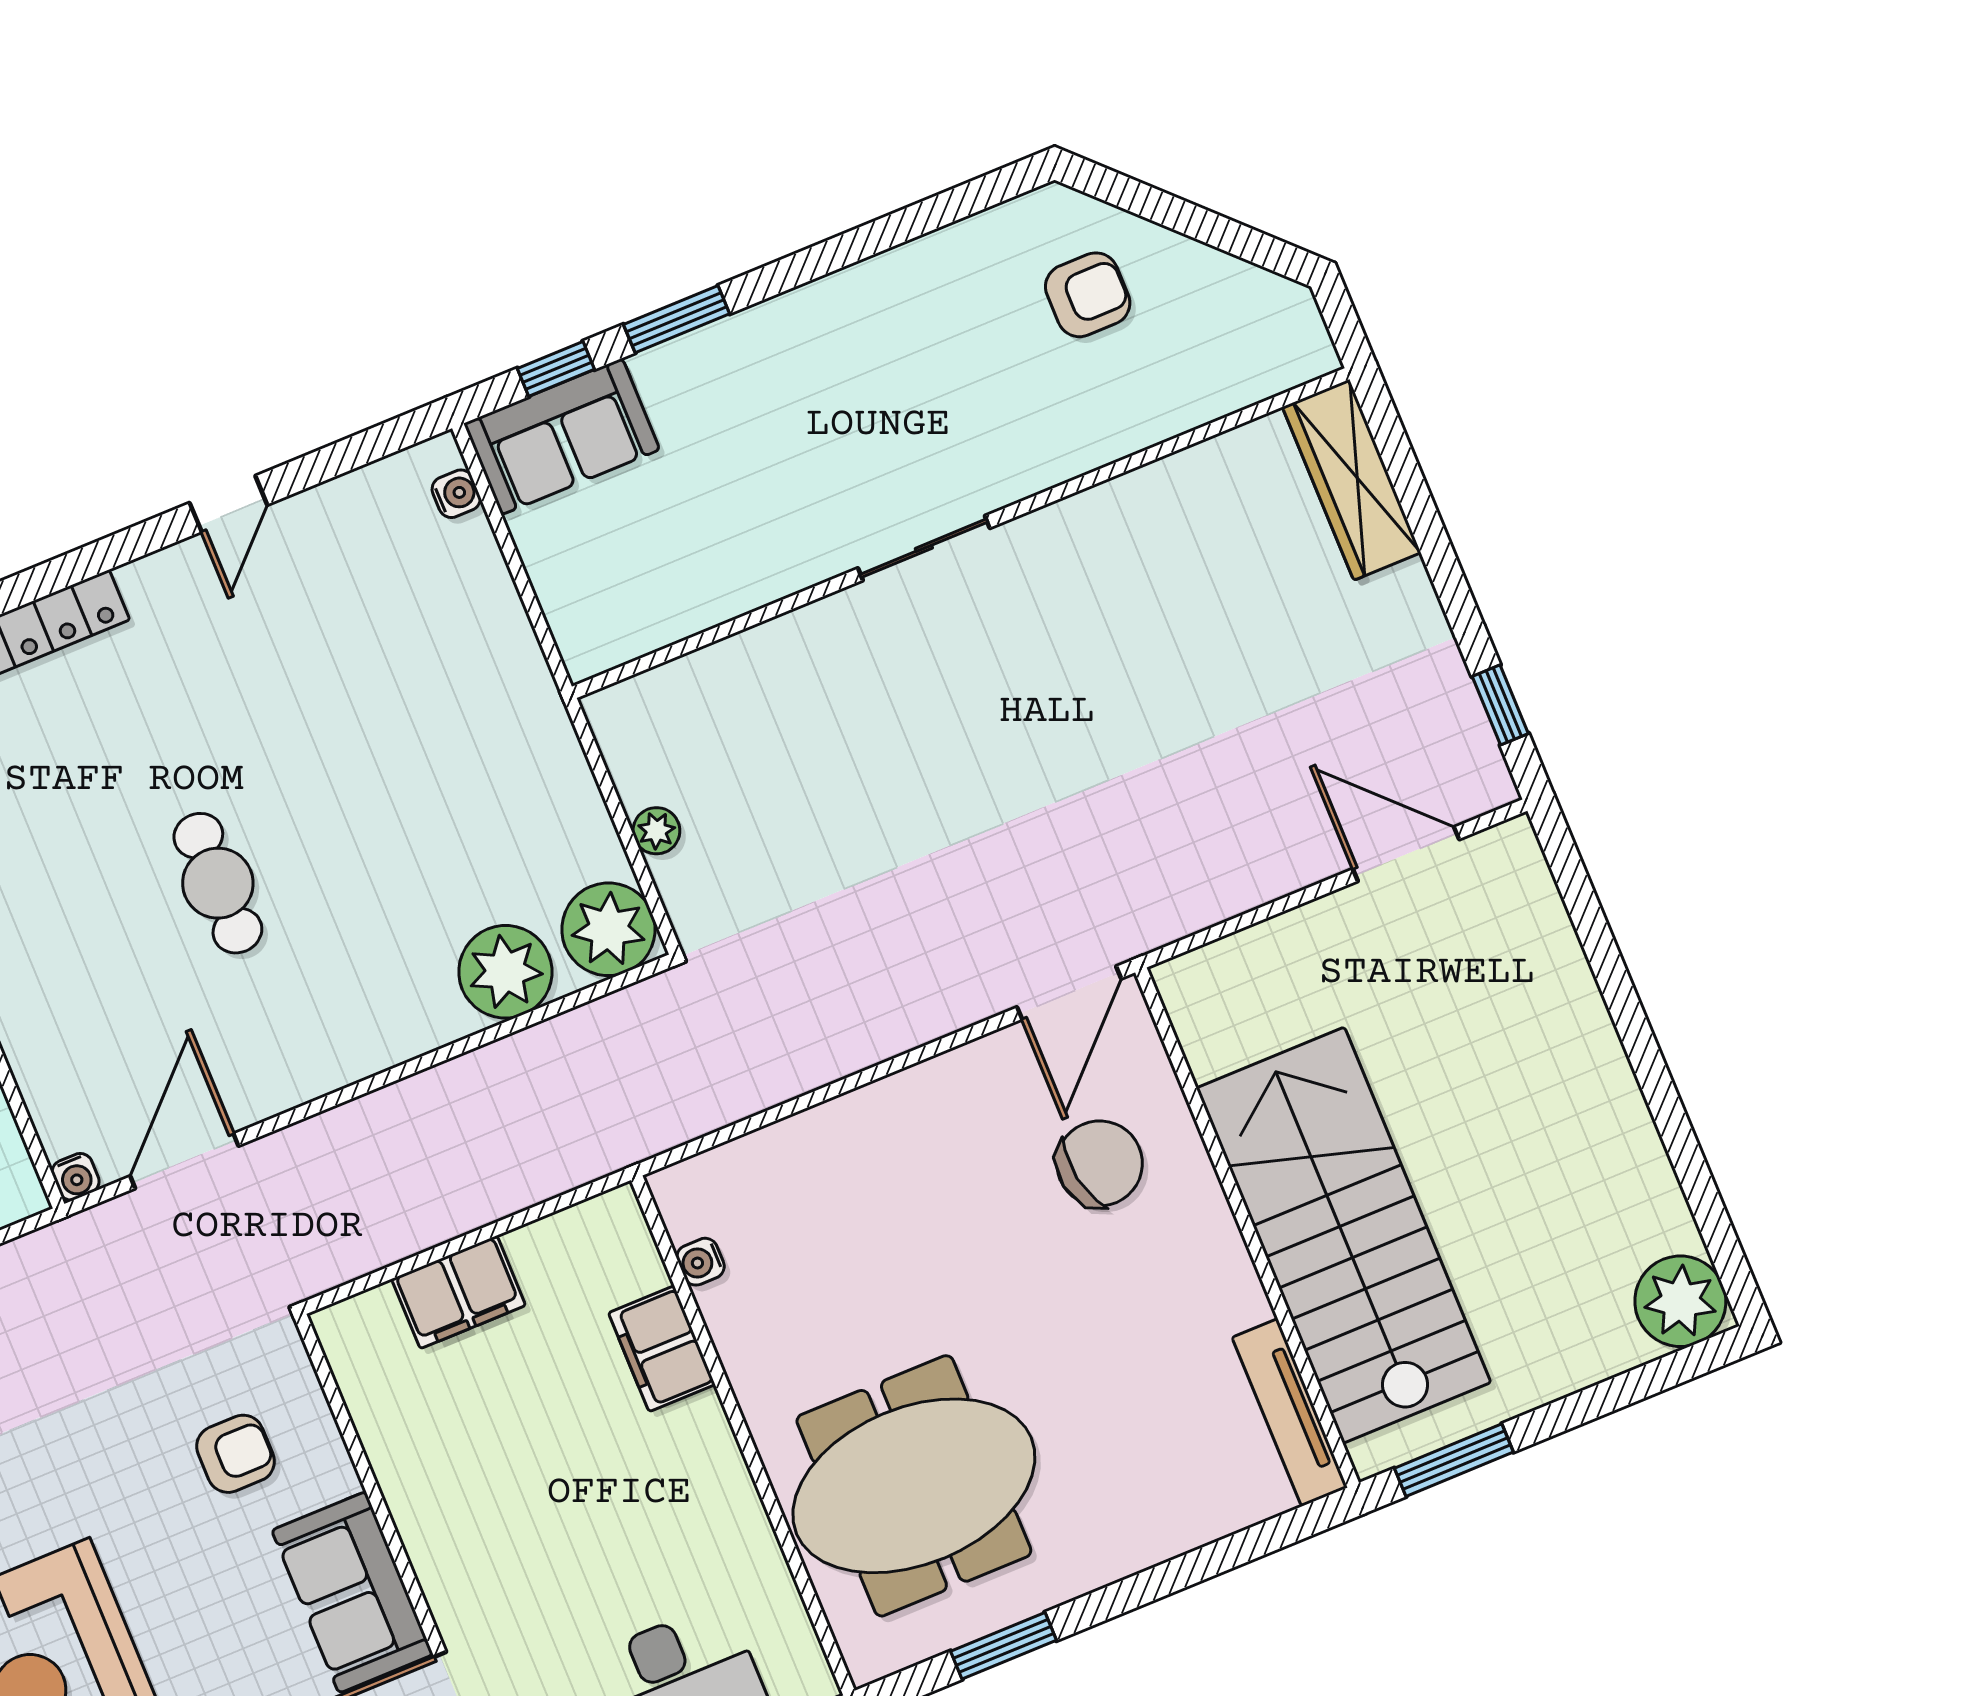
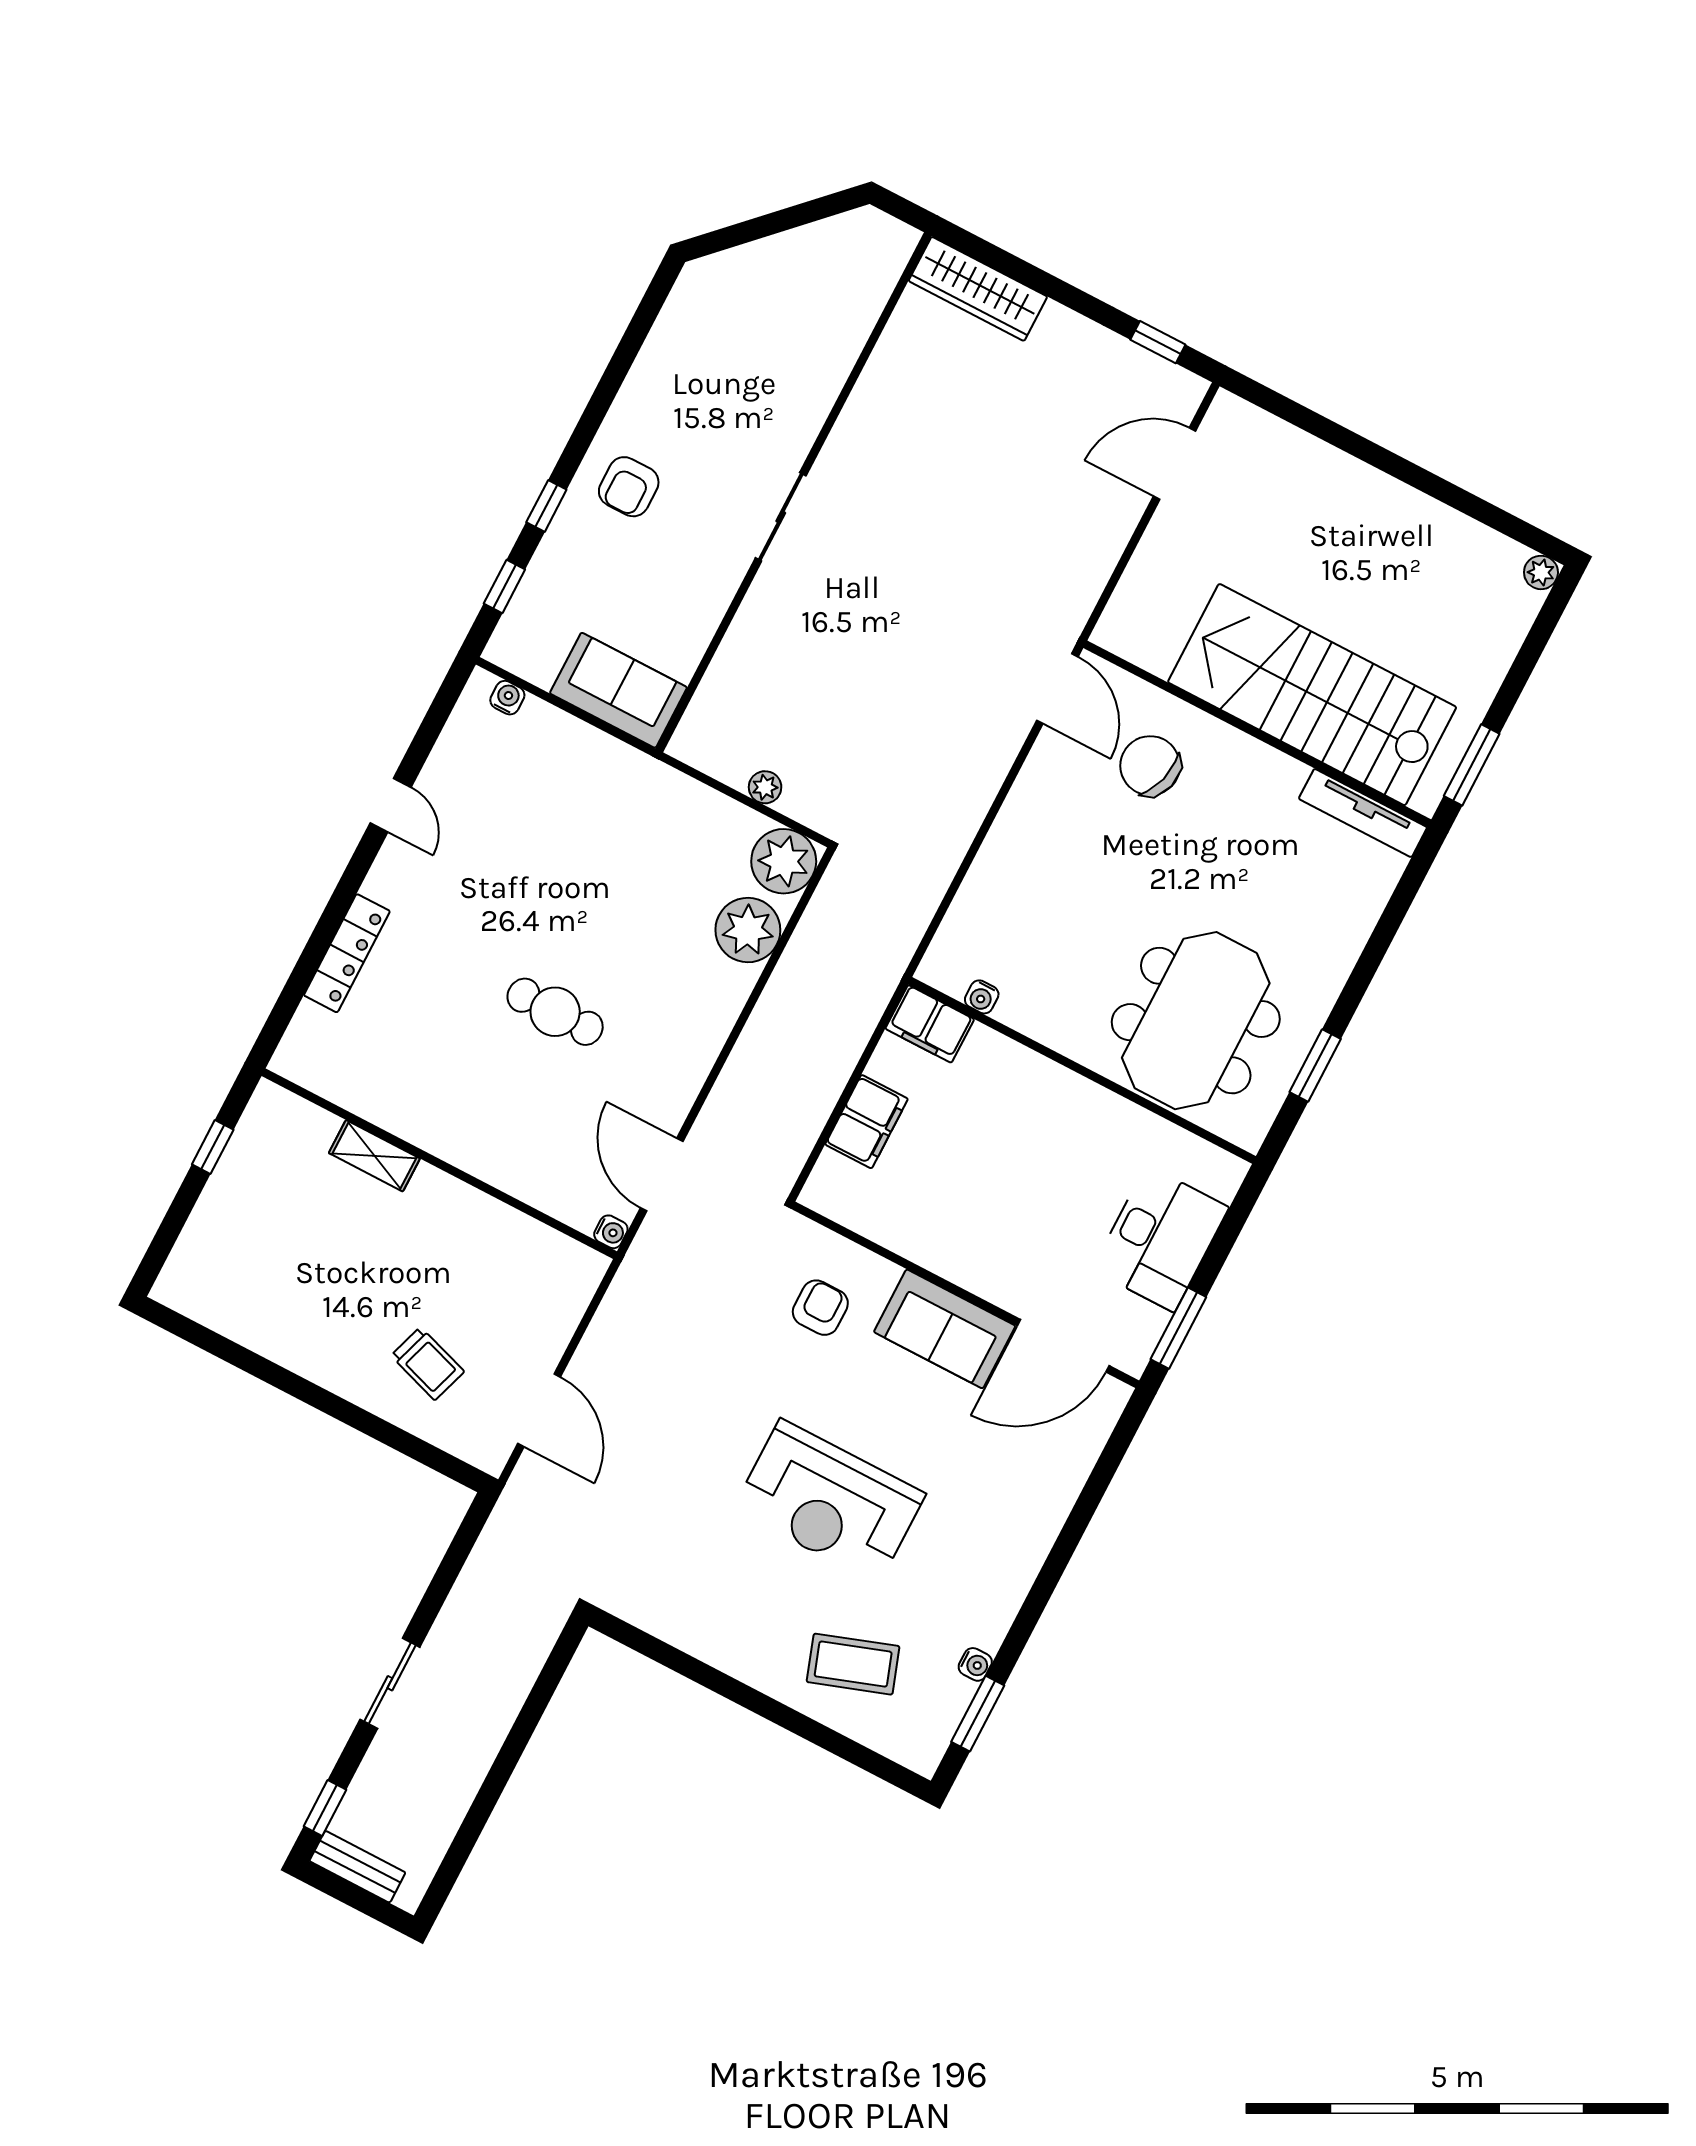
armchair: (1088, 295) -> (629, 487), moved, turned 180
window: (677, 319) -> (546, 506), width x0.67
sofa: (562, 437) -> (618, 690), moved, turned -90
chair: (1100, 1163) -> (1150, 766), turned -64
plant: (1680, 1301) -> (1541, 572), width x0.53, depth x0.53
filing cabinet: (662, 1349) -> (930, 1024), moved

